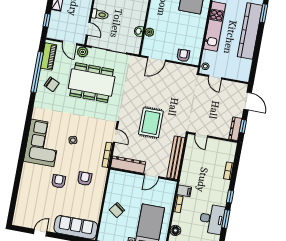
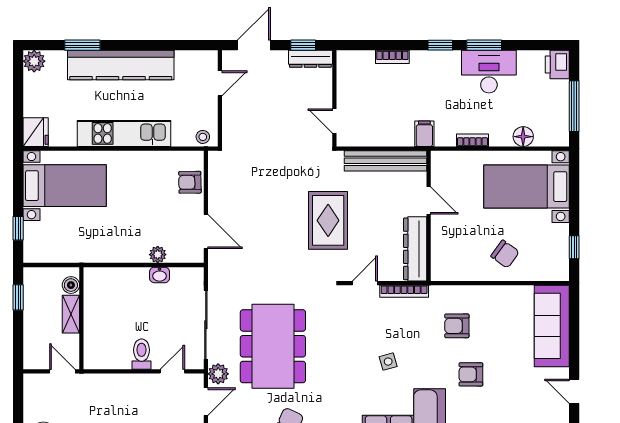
door: (215, 77) -> (220, 83), moved
rug: (151, 123) -> (328, 220), turned 90
door: (201, 135) -> (334, 121), swing flipped
filing cabinet: (184, 191) -> (424, 134), moved

